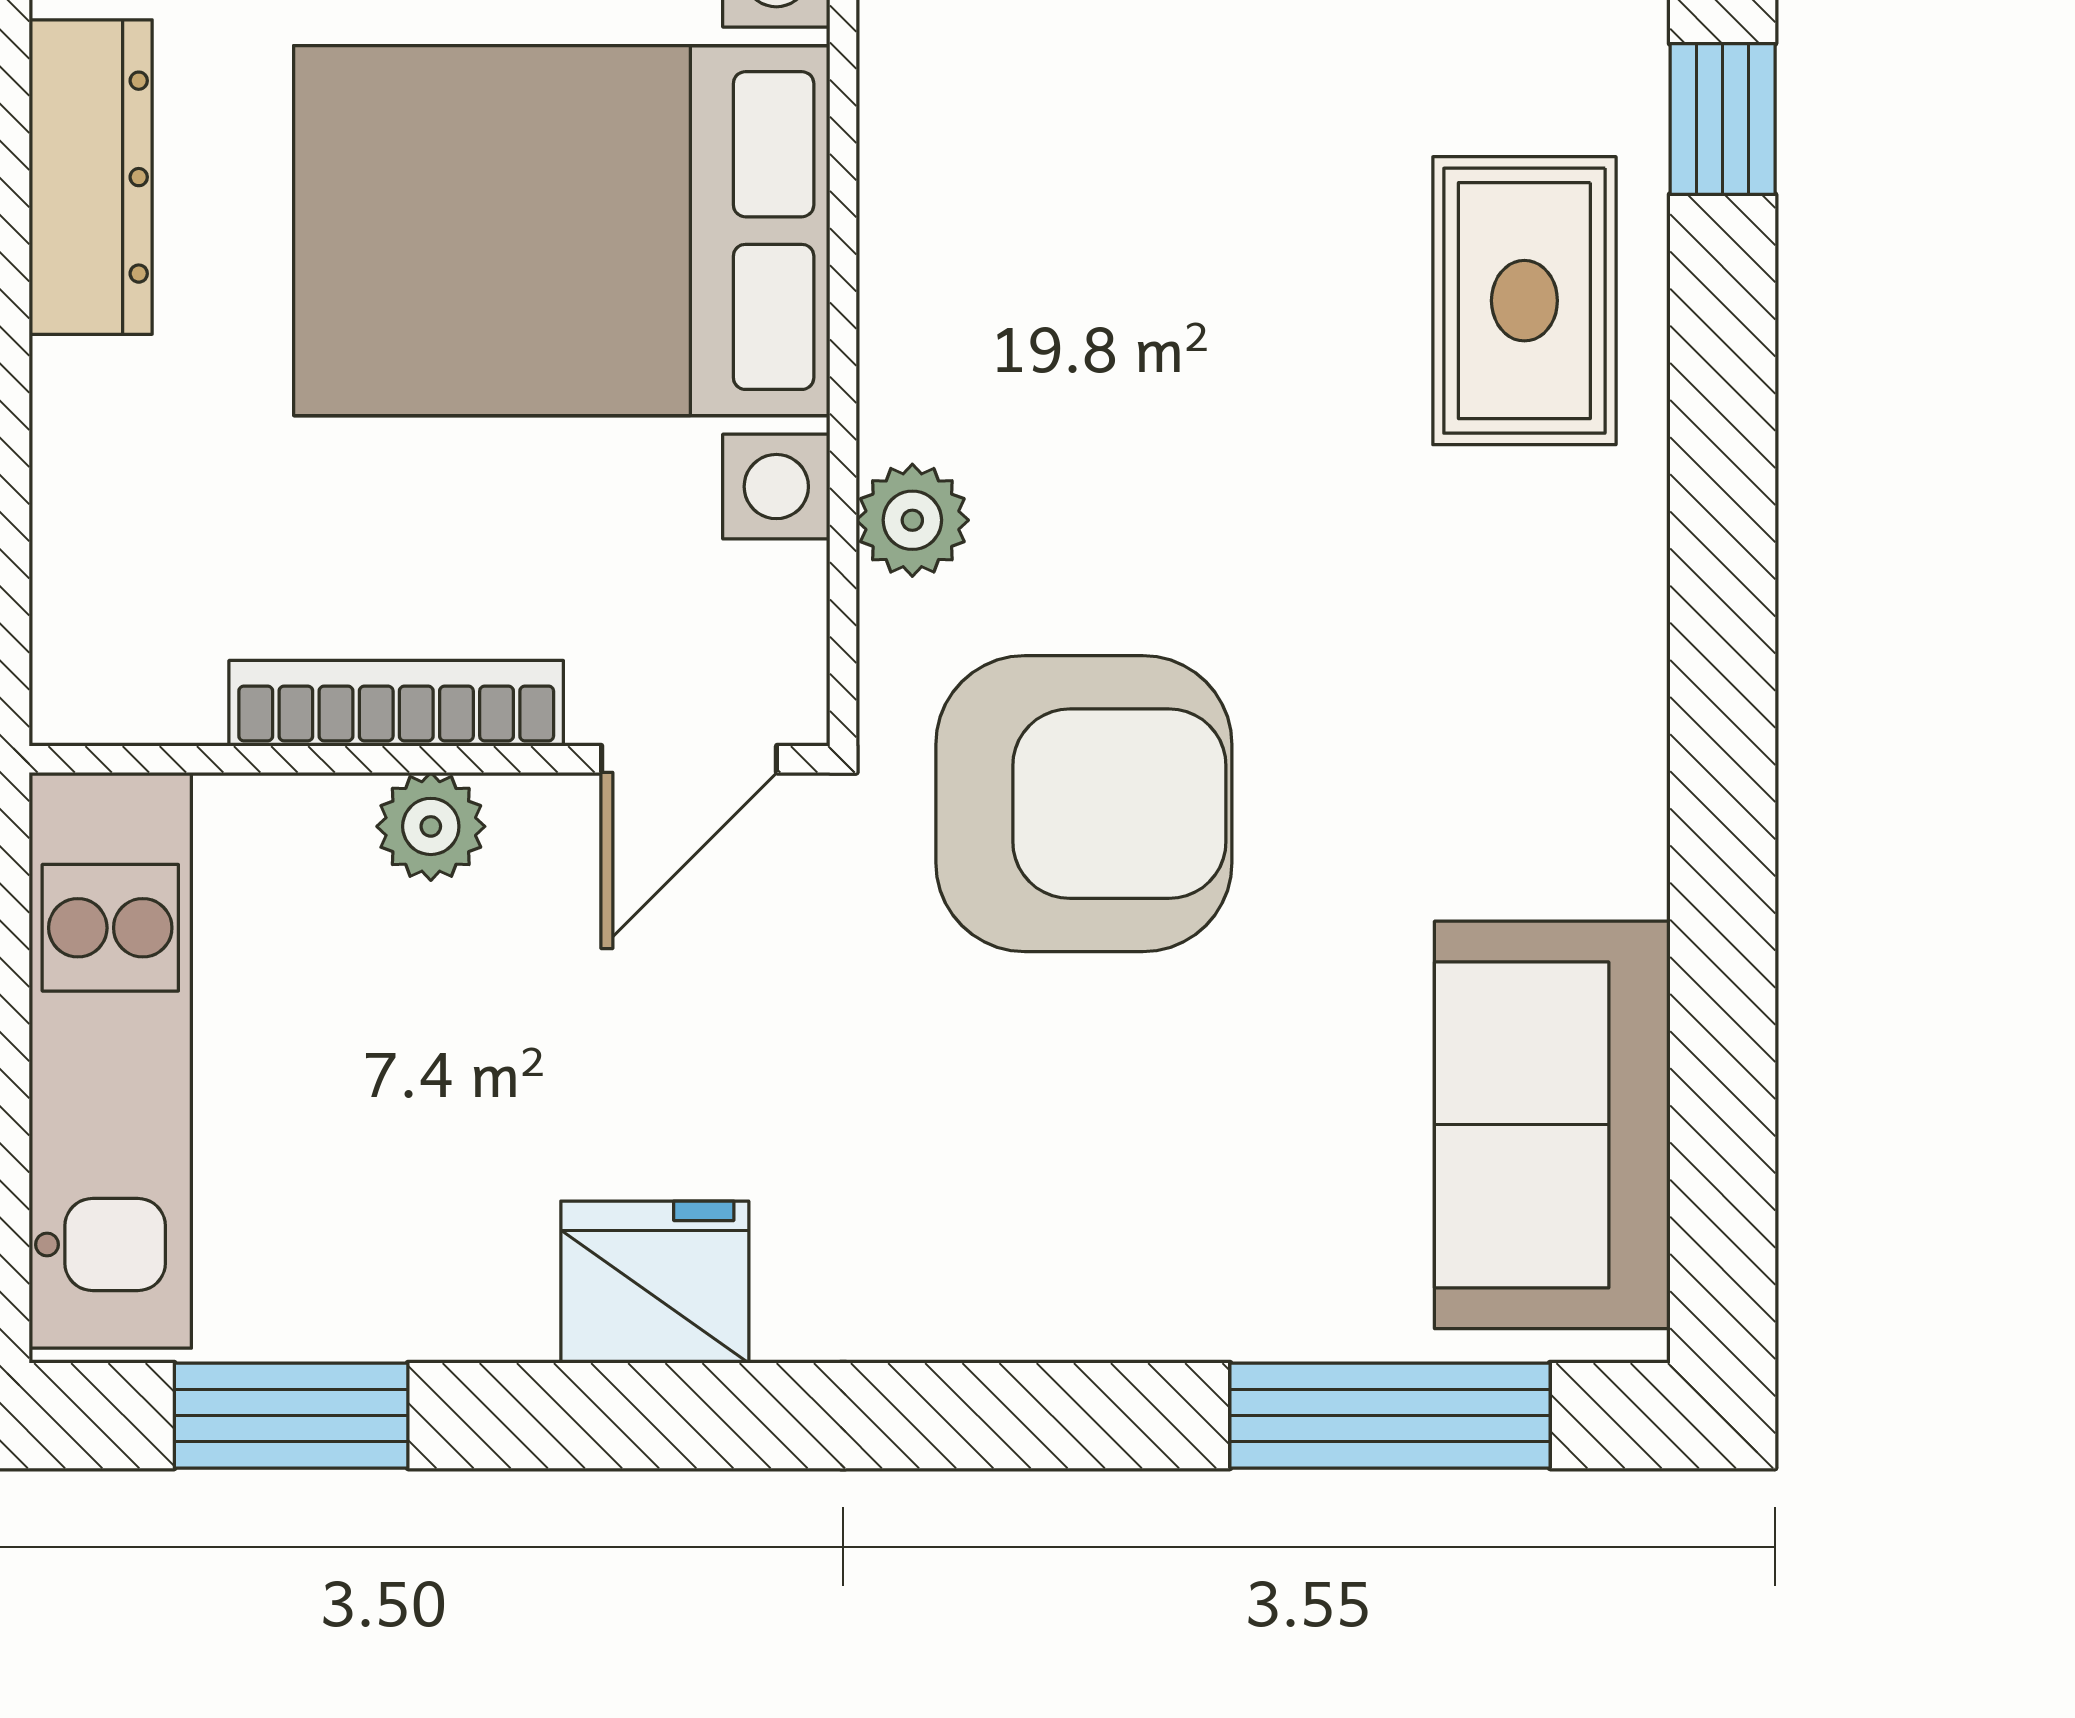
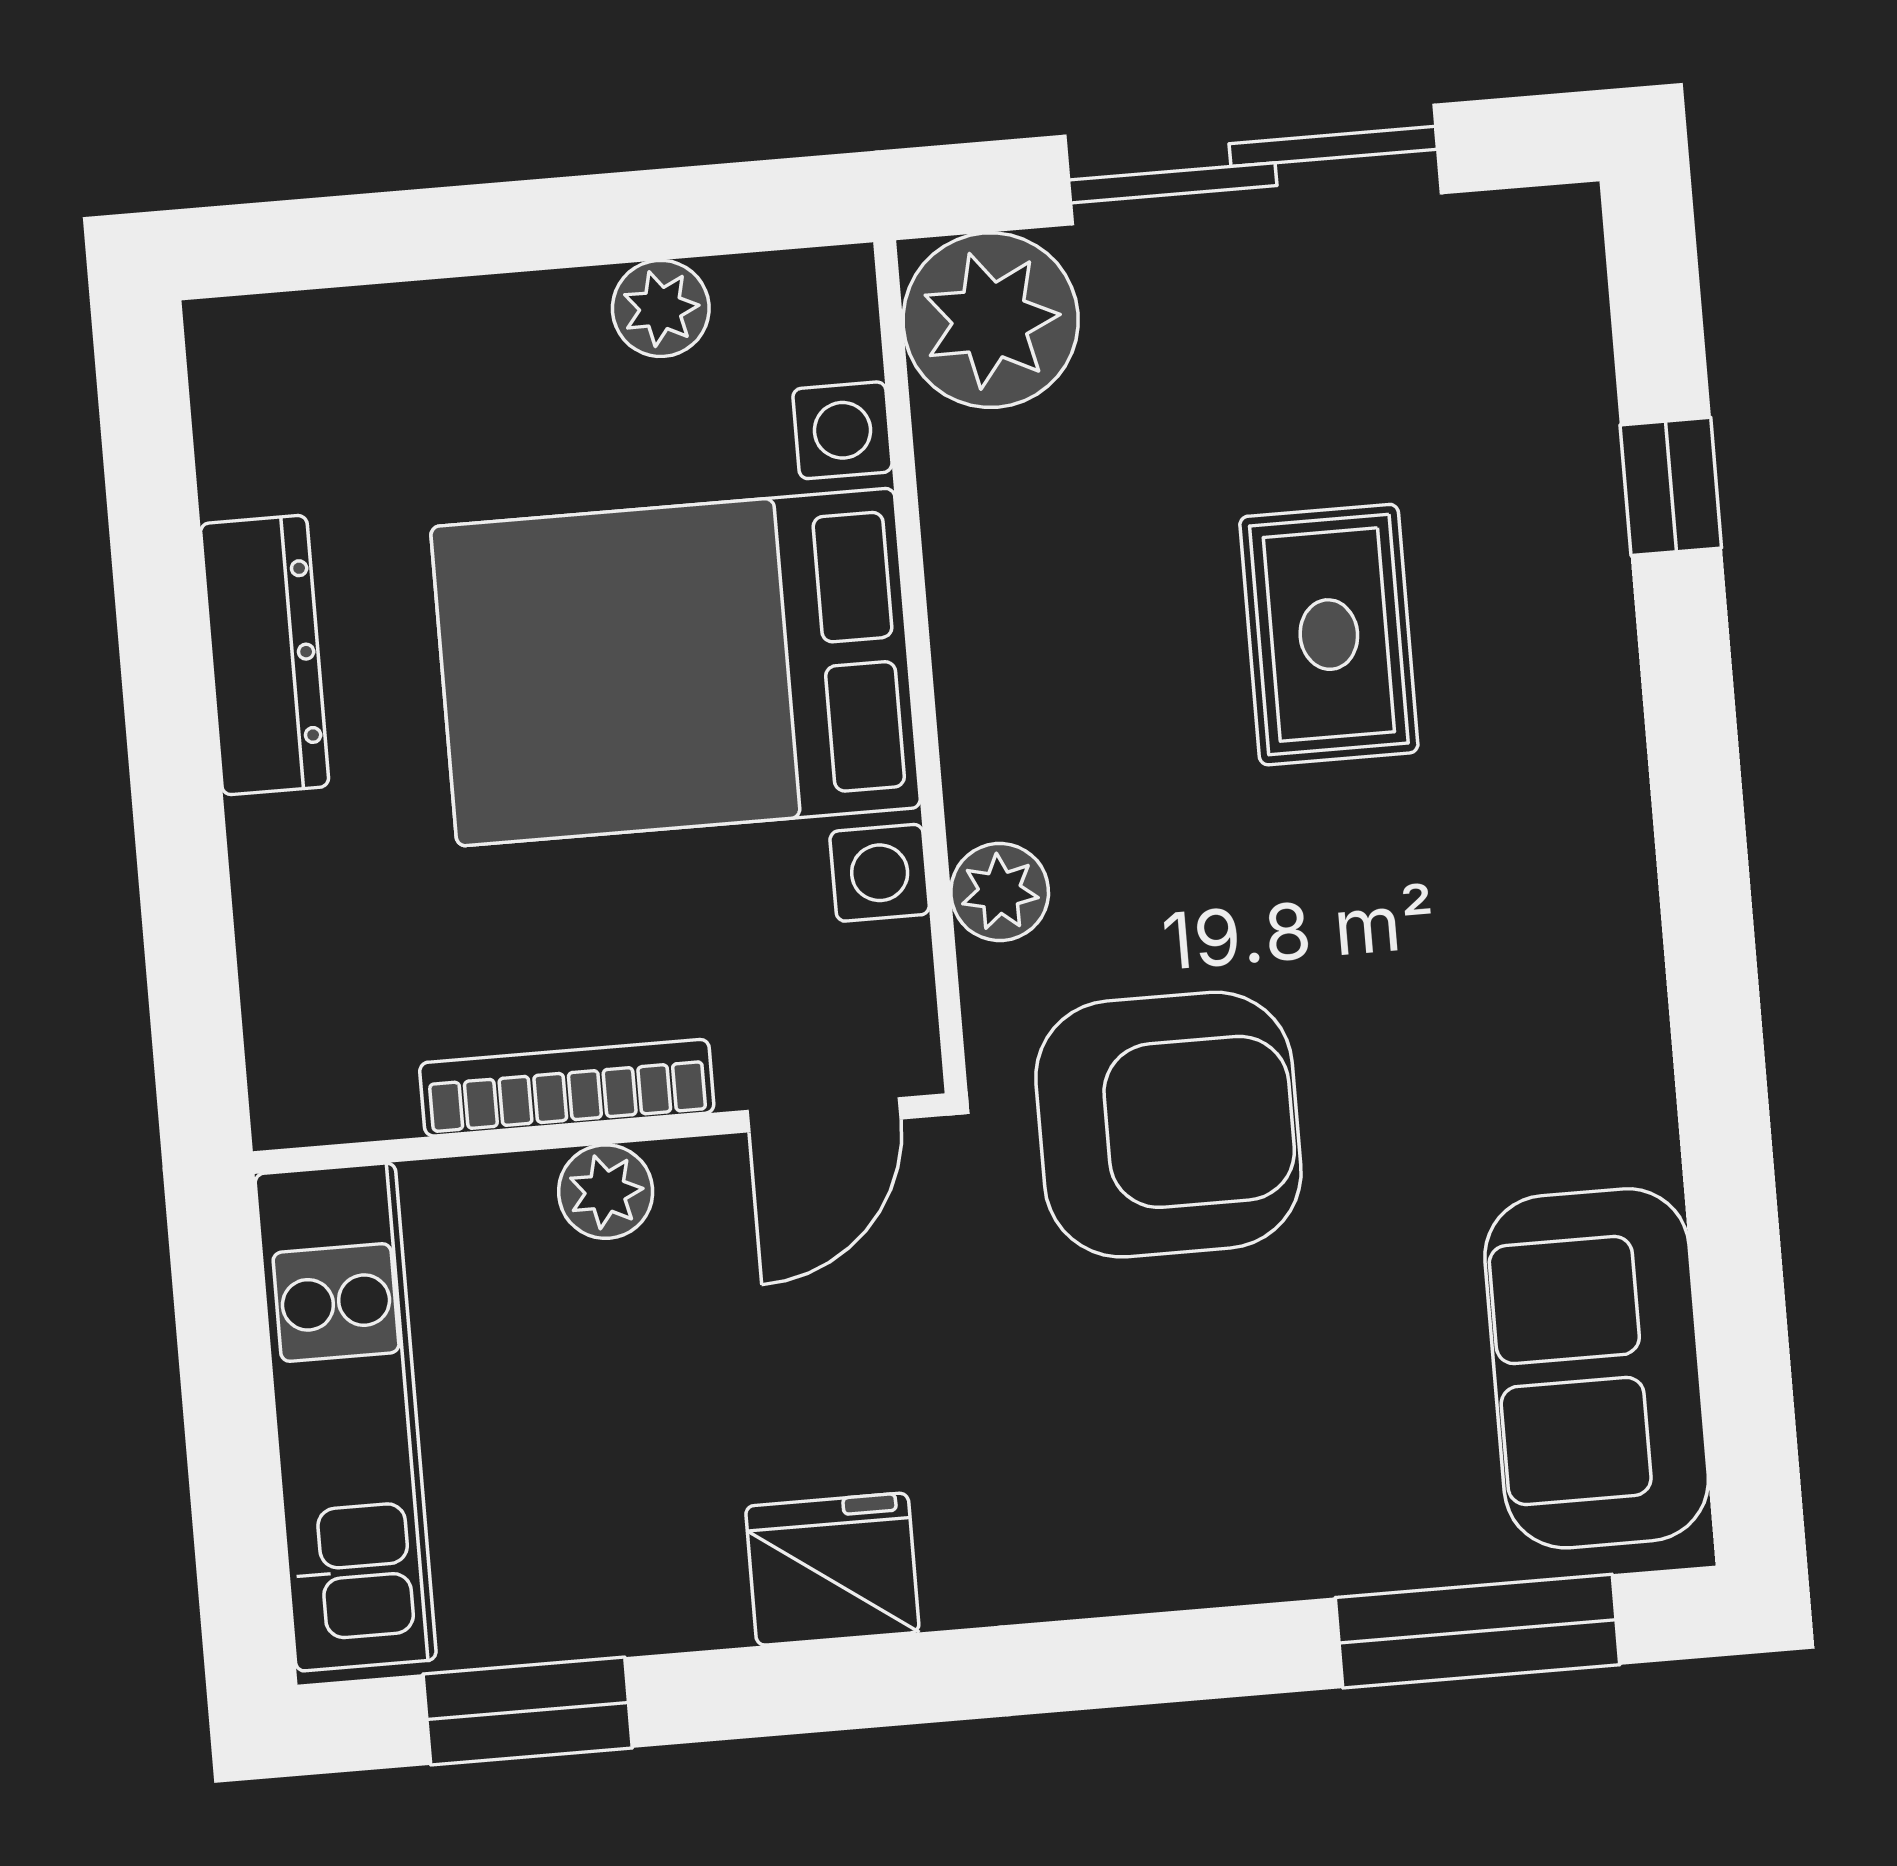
rug: (1524, 301) -> (1329, 635), moved

